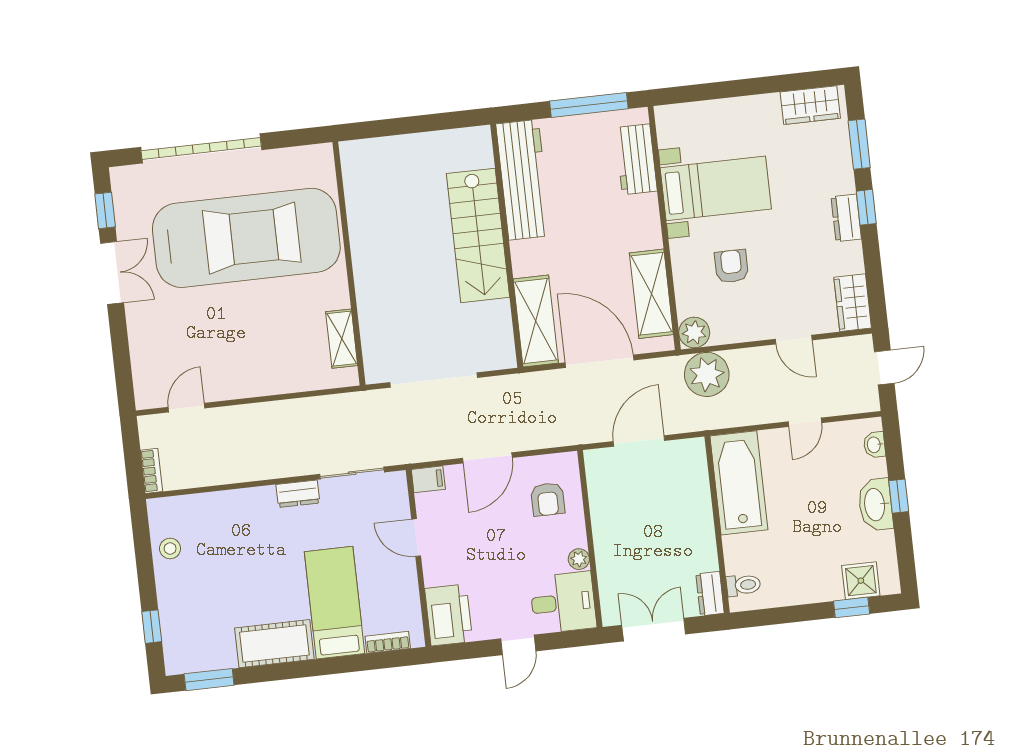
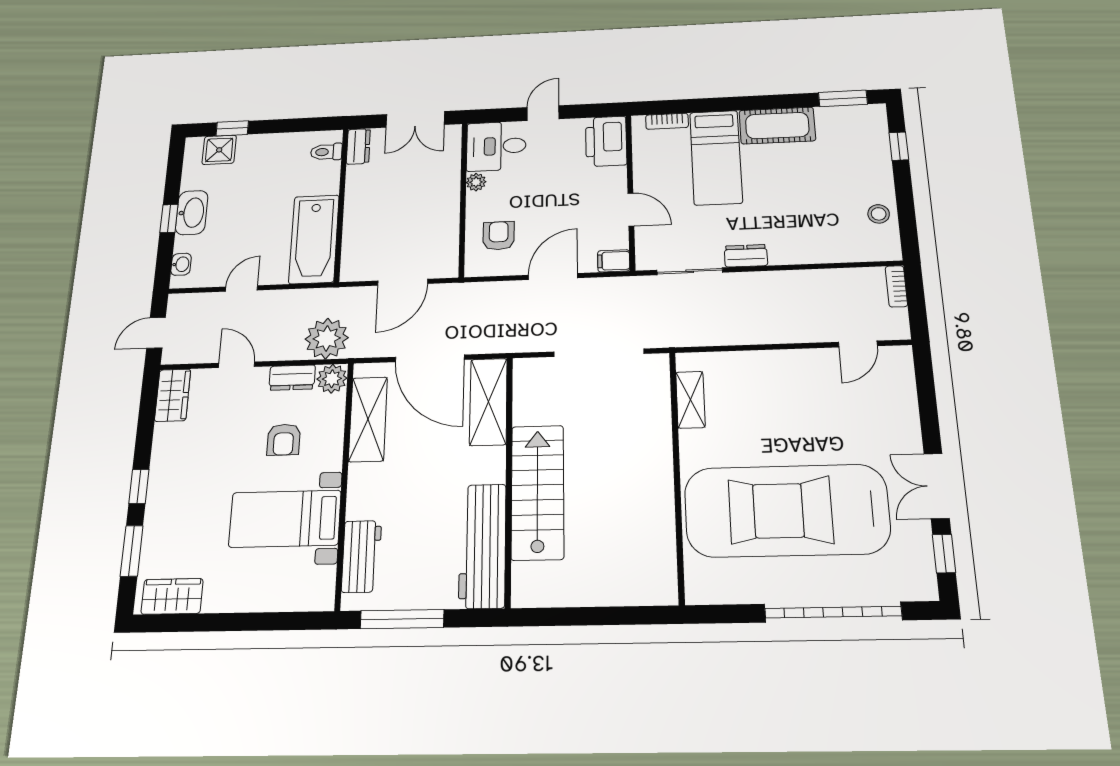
dresser: (846, 218) -> (292, 378), moved, turned 90

